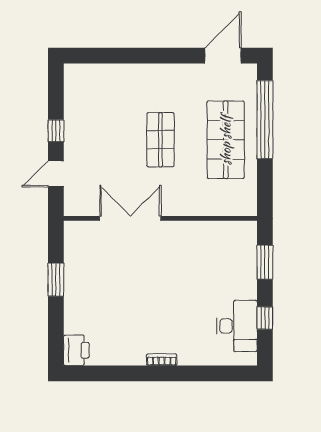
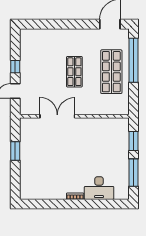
window: (265, 318) -> (134, 173), width x2.17
desk: (237, 326) -> (99, 188), moved, turned 90
printer: (76, 350) -> (27, 191), removed

